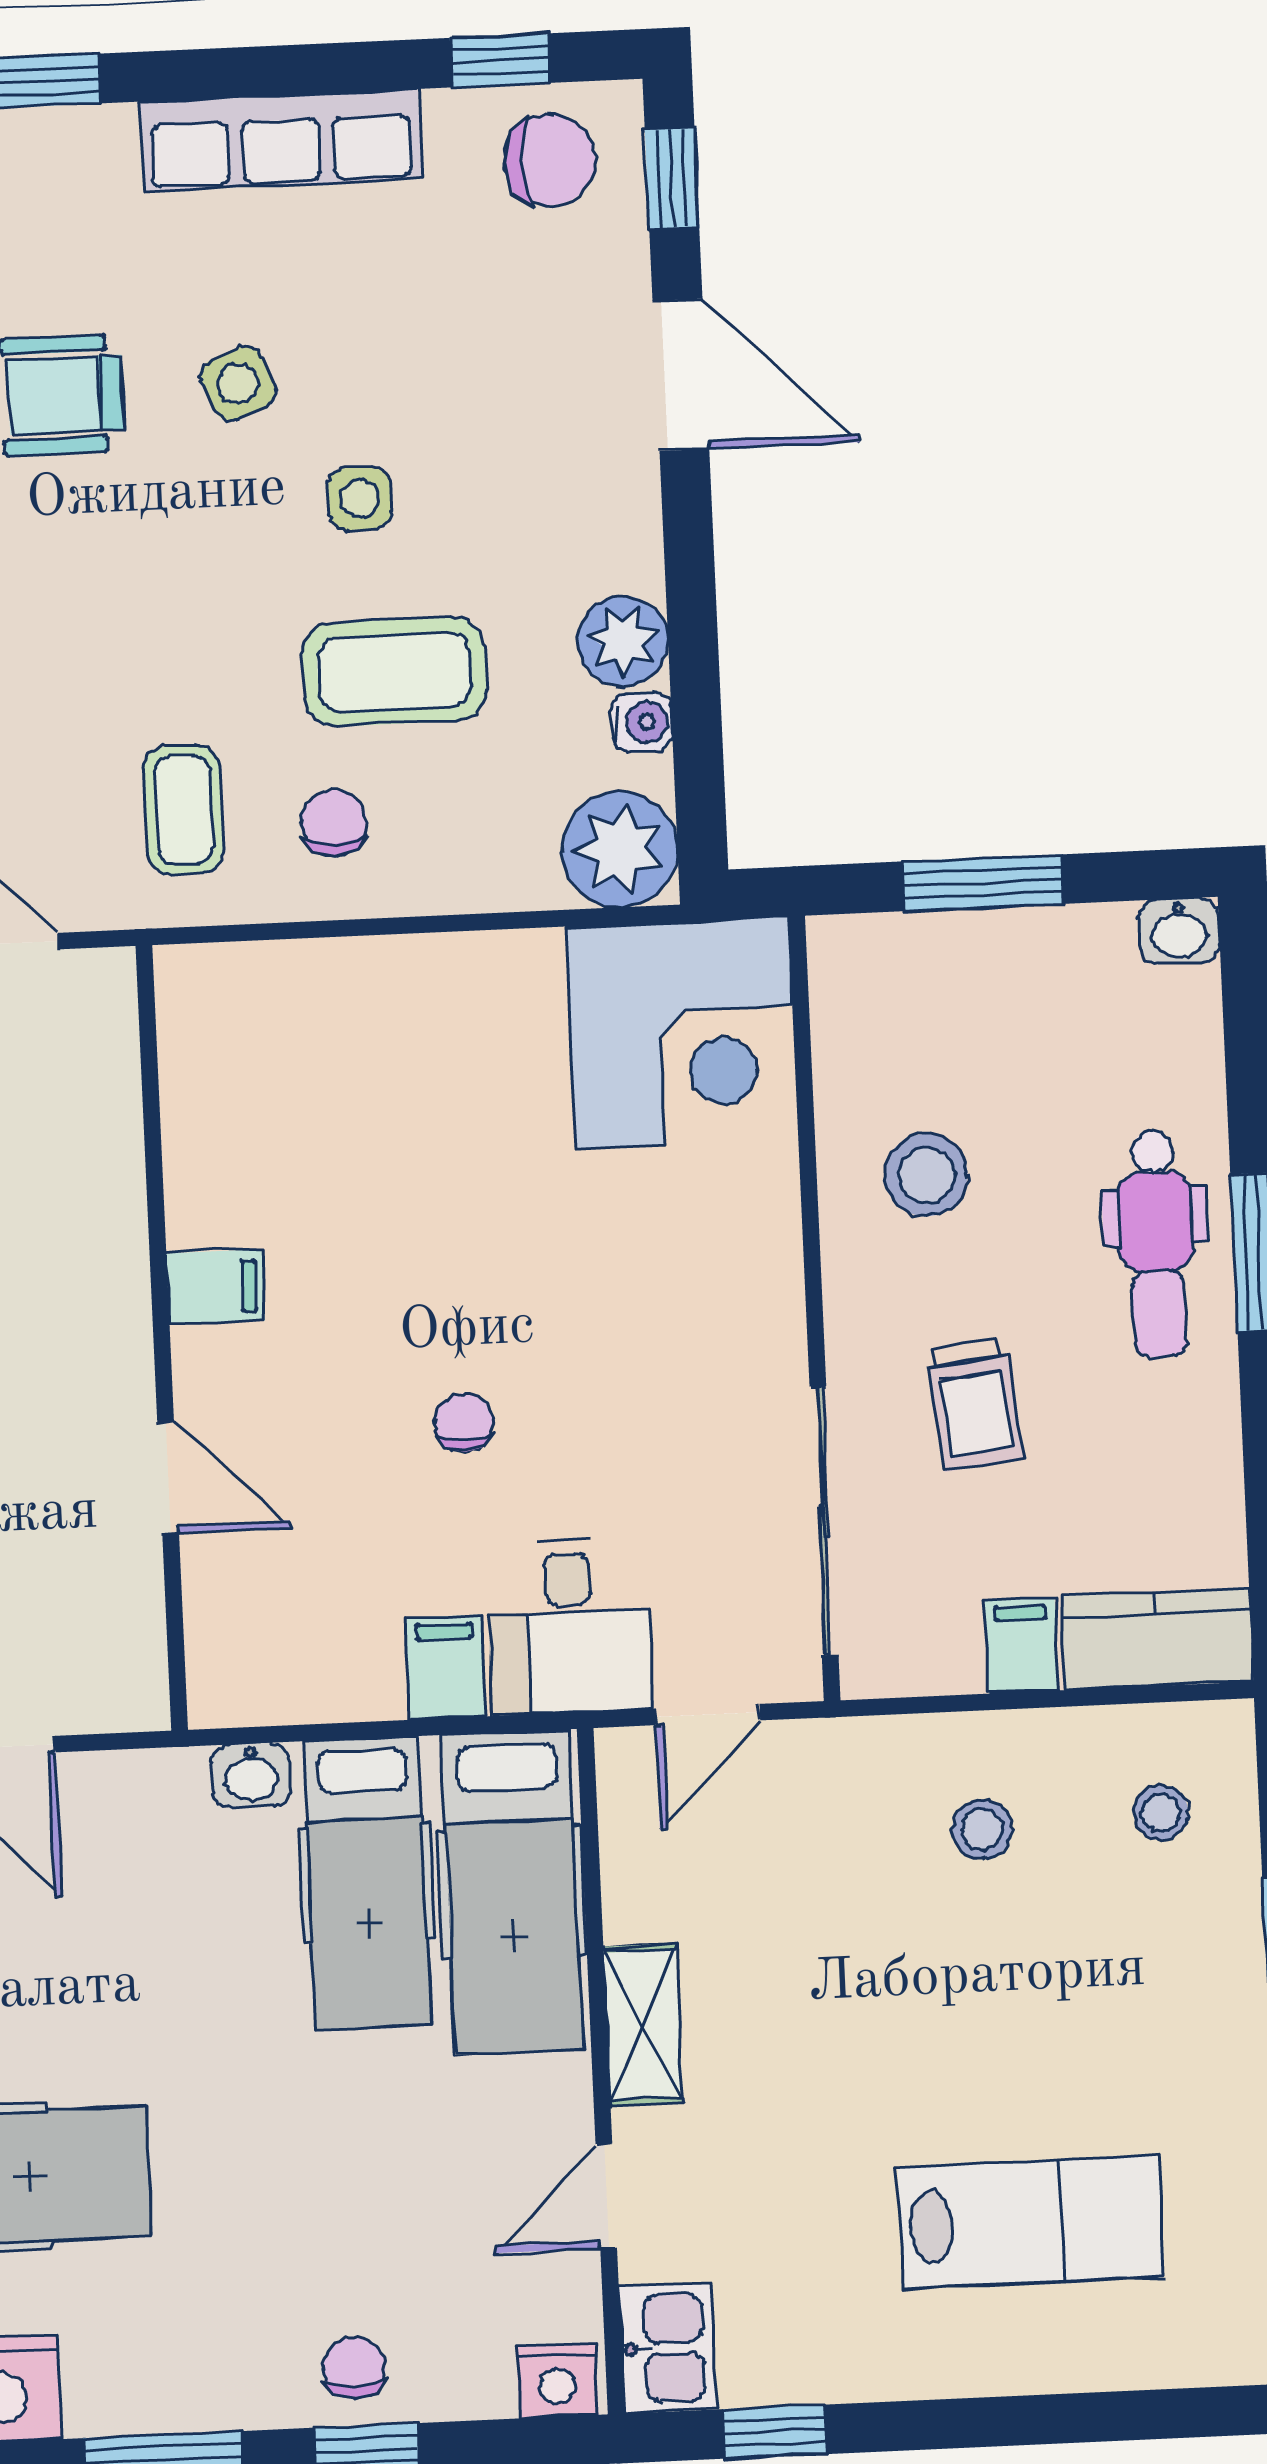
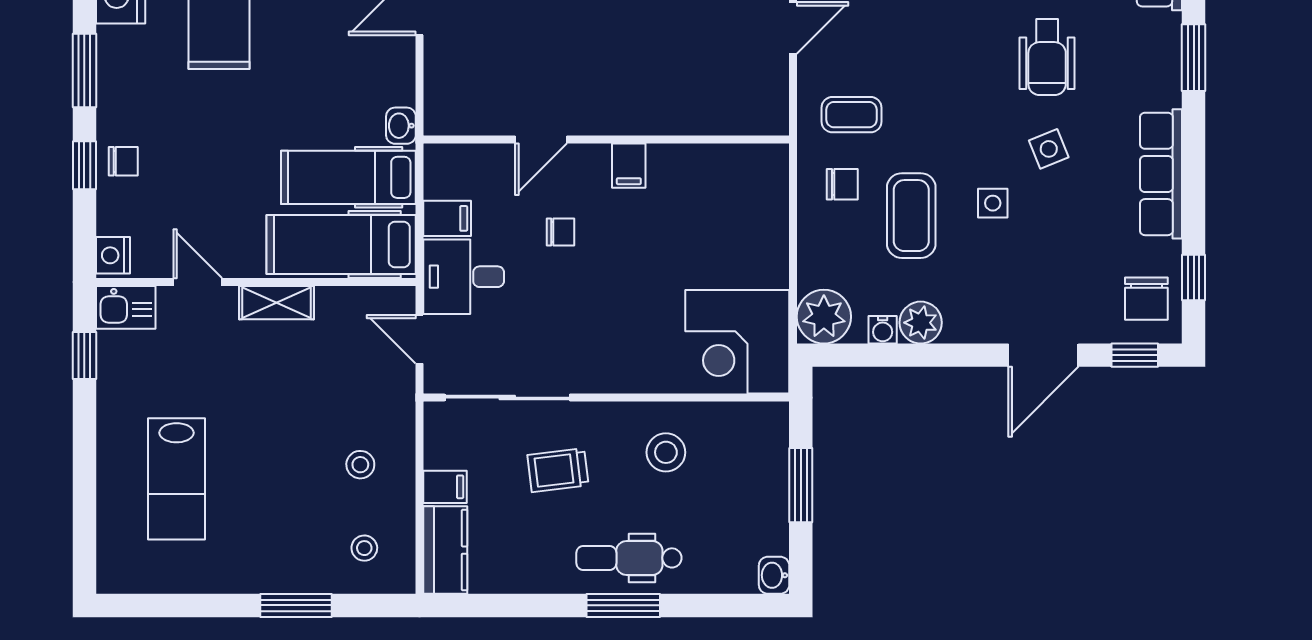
filing cabinet: (216, 1287) -> (629, 166), moved
wall: (162, 1338) -> (606, 140), moved
door: (168, 1478) -> (541, 140), moved

